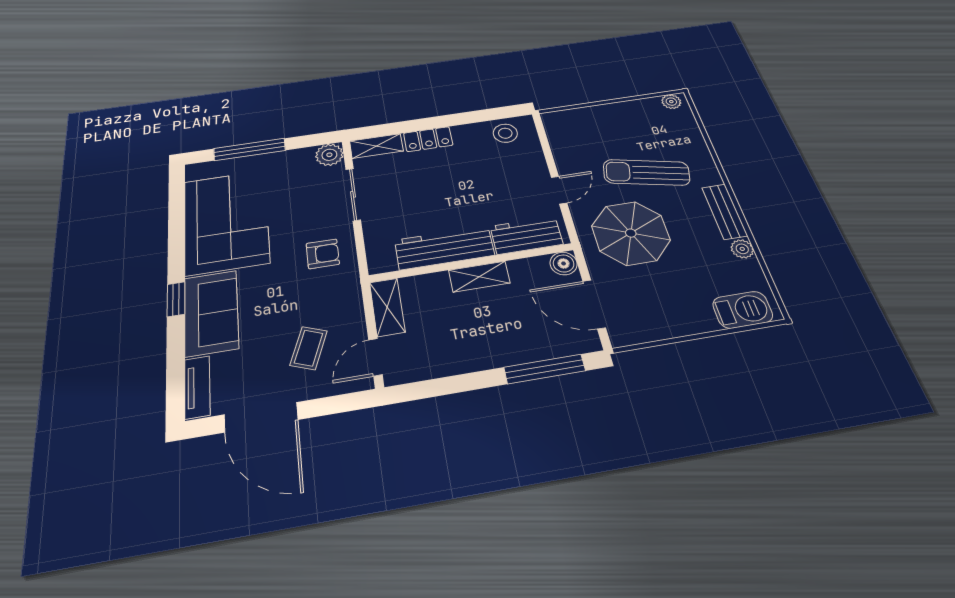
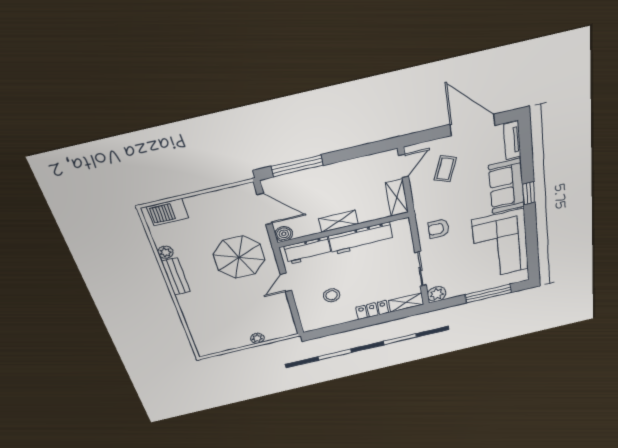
plant: (671, 102) -> (257, 338), moved
stool: (505, 133) -> (332, 295), moved
sun lounger: (646, 172) -> (227, 299), removed

